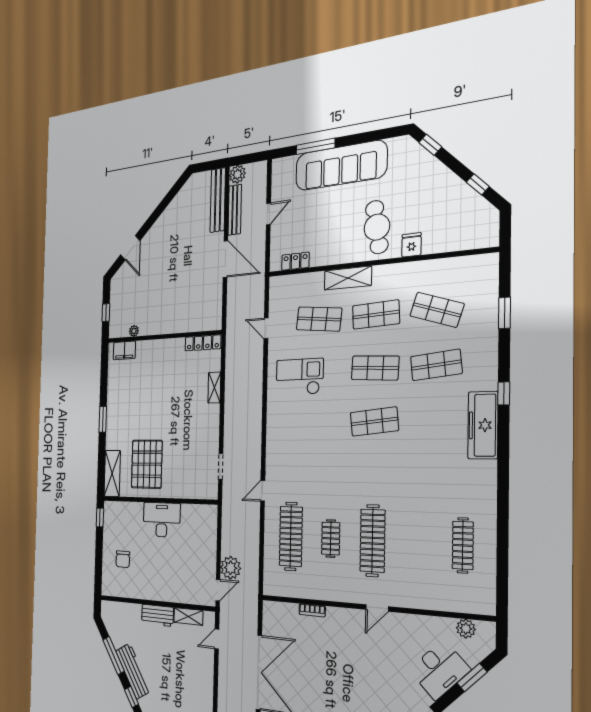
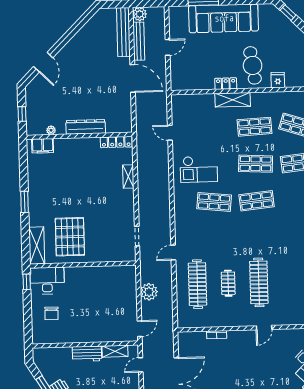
locker: (295, 261) -> (226, 84), moved
shop shelf: (319, 319) -> (214, 202), moved
dresser: (170, 325) -> (86, 127), added
checkout: (300, 377) -> (199, 169), turned 180
desk: (162, 520) -> (47, 281), moved
plant: (231, 568) -> (149, 292), moved

